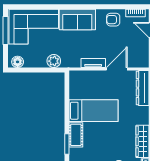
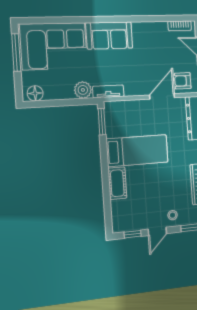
armchair: (113, 20) -> (183, 81), moved
tv unit: (93, 63) -> (108, 91), moved
window: (67, 144) -> (102, 122), moved

